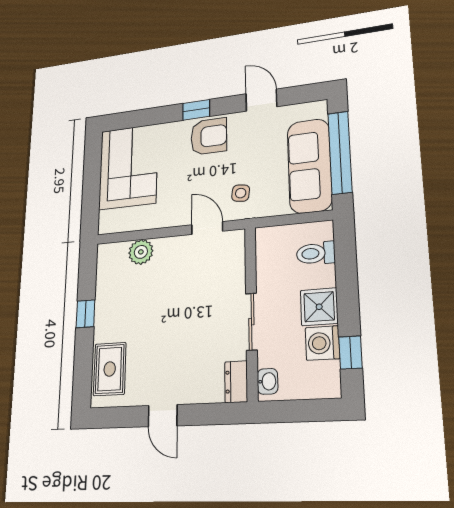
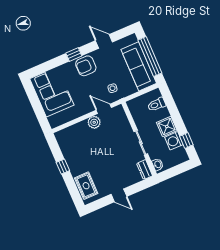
armchair: (209, 136) -> (86, 66), turned 180
plant: (141, 252) -> (94, 122), moved

